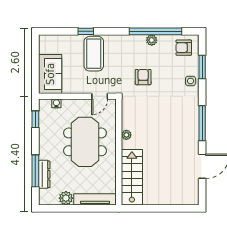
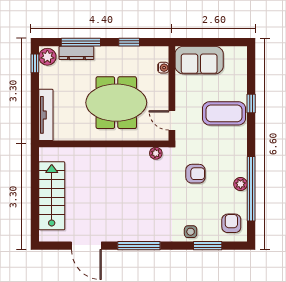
window: (35, 119) -> (129, 42), moved
plant: (126, 135) -> (156, 153), moved
stairs: (132, 177) -> (52, 196), moved, turned -90
plant: (66, 198) -> (47, 57), moved
window: (53, 208) -> (35, 63), added

